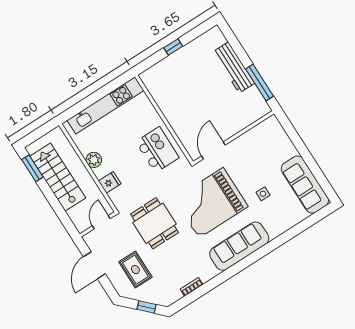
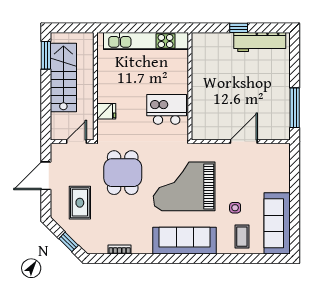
workbench: (234, 67) -> (260, 42), moved, turned -90
kitchen island: (157, 150) -> (167, 109), turned -90
door: (213, 150) -> (244, 142), moved
plant: (94, 160) -> (105, 82), removed
coffee table: (283, 213) -> (242, 237), added

